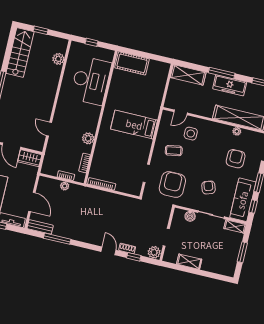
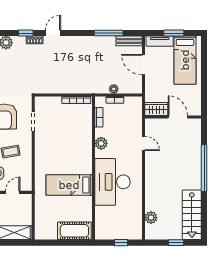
desk: (91, 81) -> (112, 182), moved
bed: (134, 125) -> (69, 185), moved, turned 180
door: (109, 251) -> (53, 33), swing flipped

